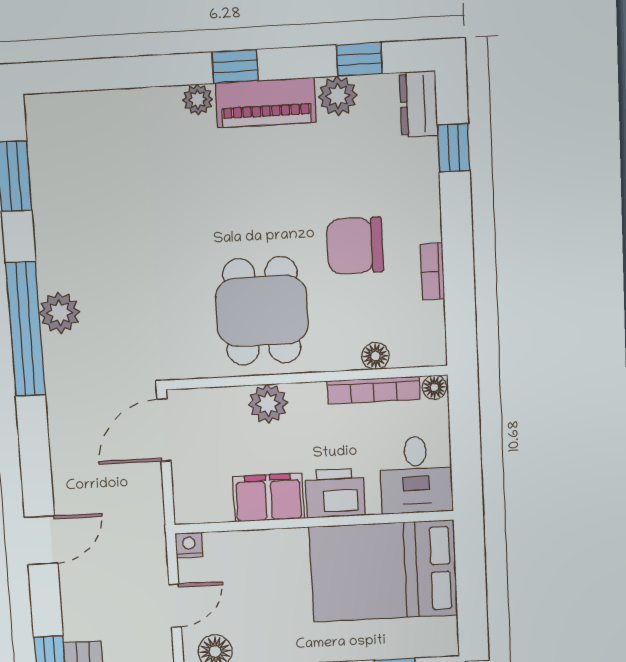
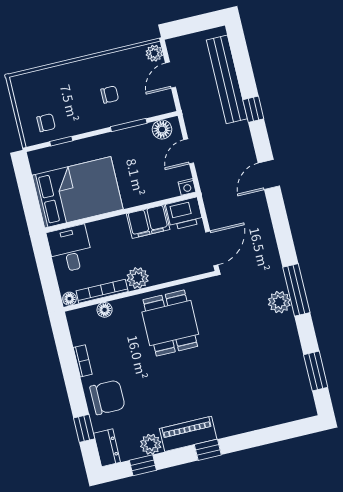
plant: (198, 100) -> (224, 429), removed
chair: (355, 246) -> (107, 397), moved
window: (25, 329) -> (296, 290), width x0.68
plant: (268, 404) -> (138, 278), moved
printer: (335, 493) -> (184, 214), moved

